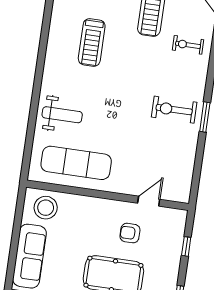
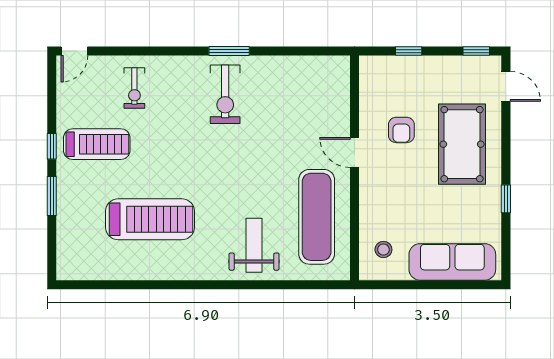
treadmill: (92, 42) -> (150, 219), width x1.37, depth x1.38
door: (149, 201) -> (355, 153), moved
stool: (46, 208) -> (383, 250), width x0.53, depth x0.53

